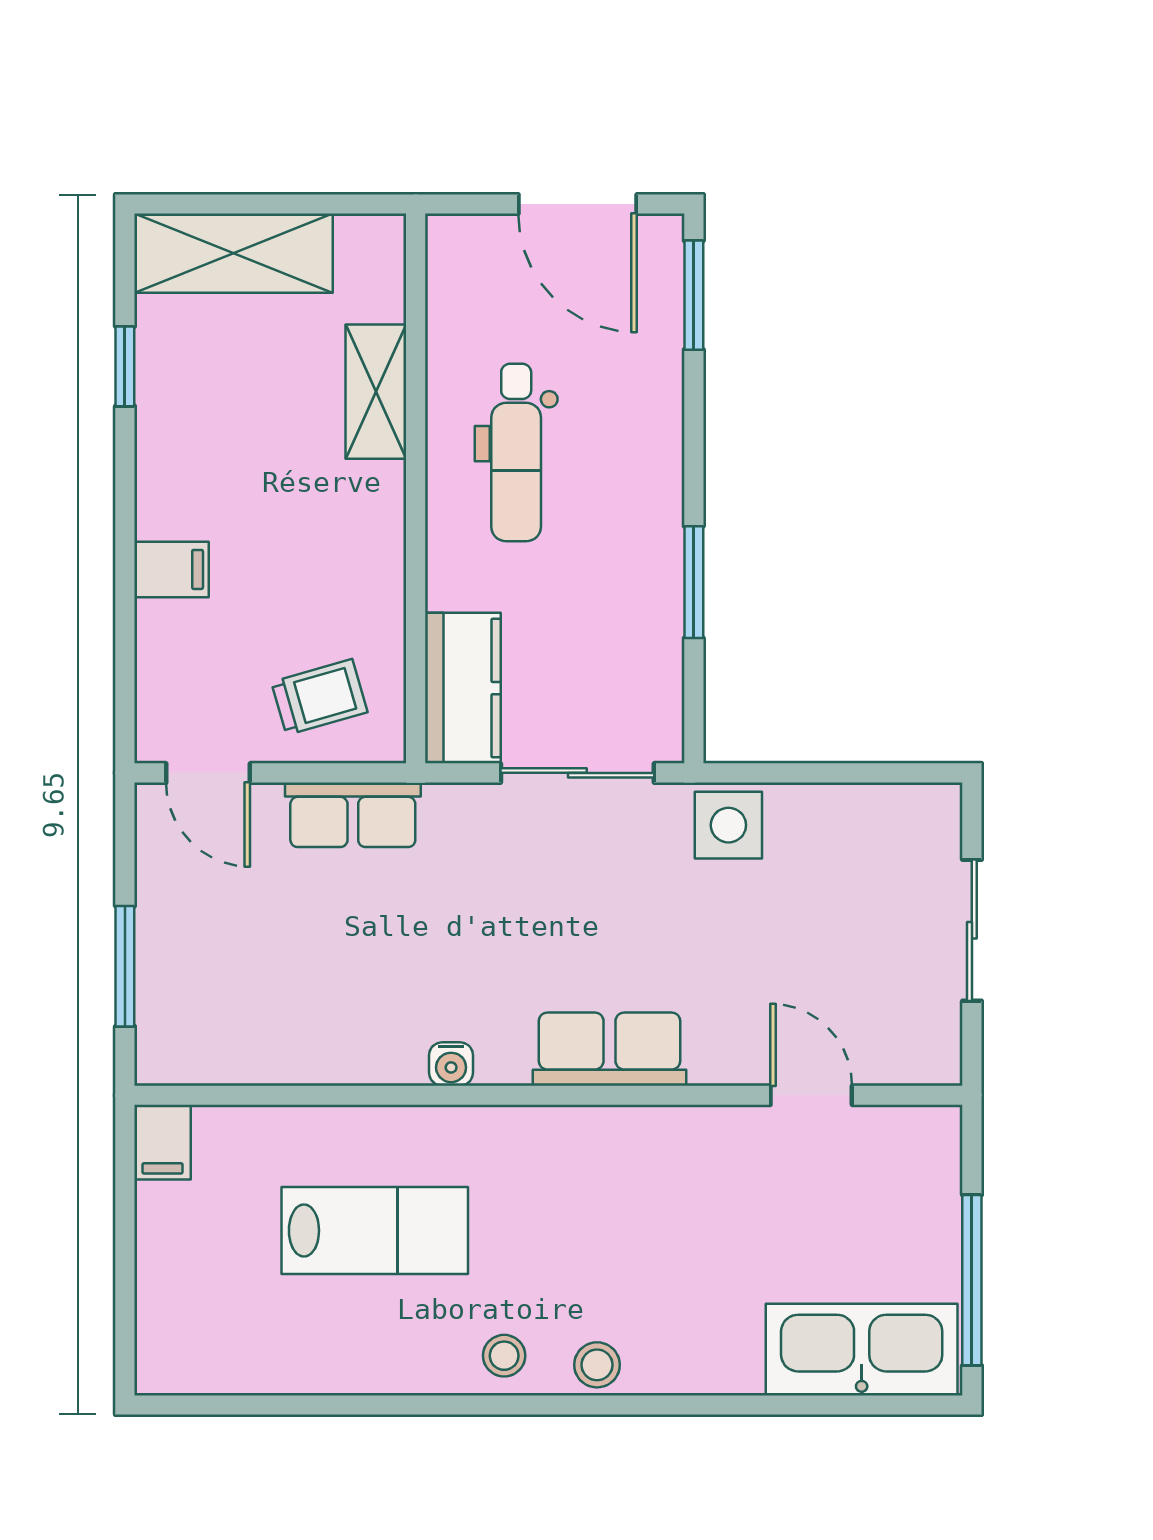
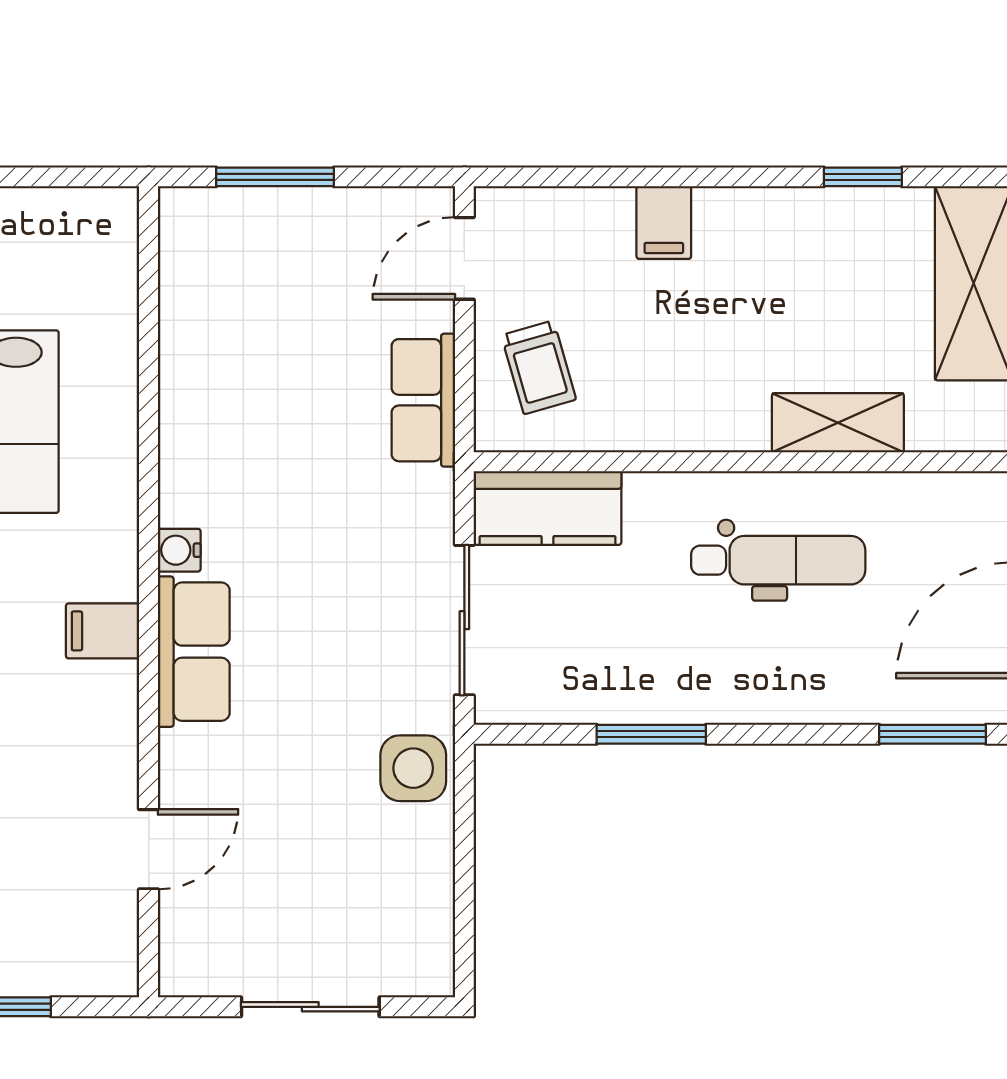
dental chair: (516, 452) -> (778, 560), turned 180
water cooler: (451, 1064) -> (179, 550), moved
filing cabinet: (162, 1142) -> (103, 631), moved

